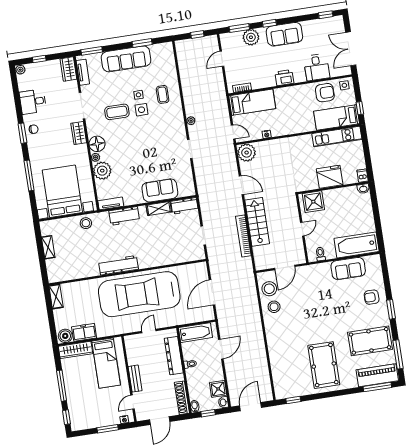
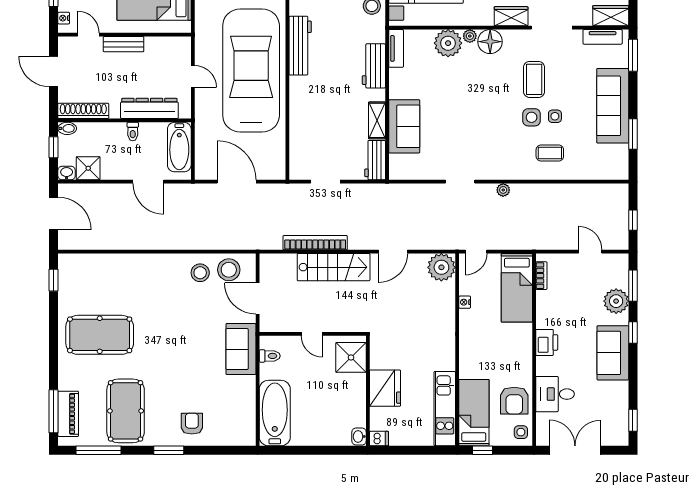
sofa: (348, 269) -> (241, 349), moved
piano: (377, 375) -> (68, 414), width x0.73, depth x0.75

